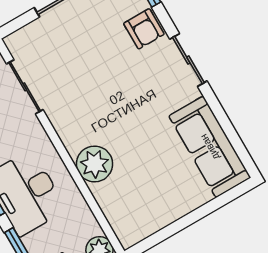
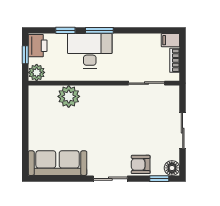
plant: (95, 164) -> (69, 96), moved

